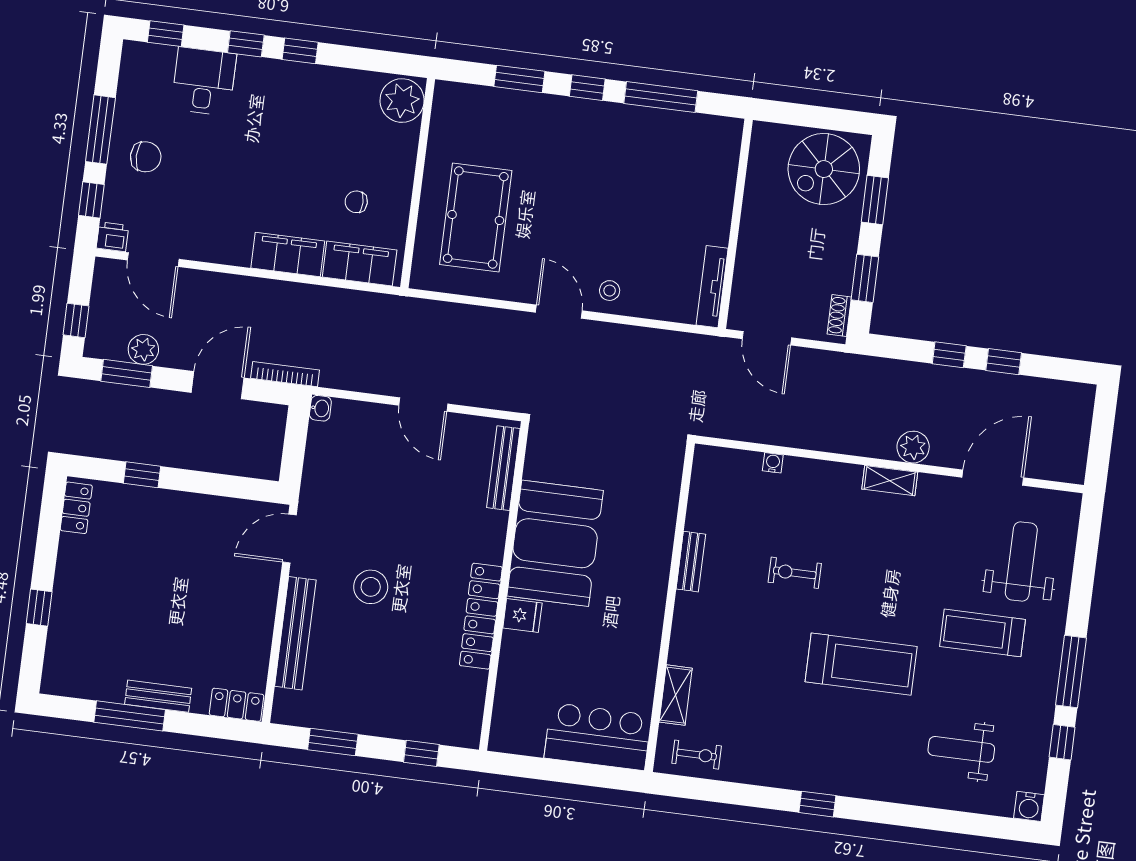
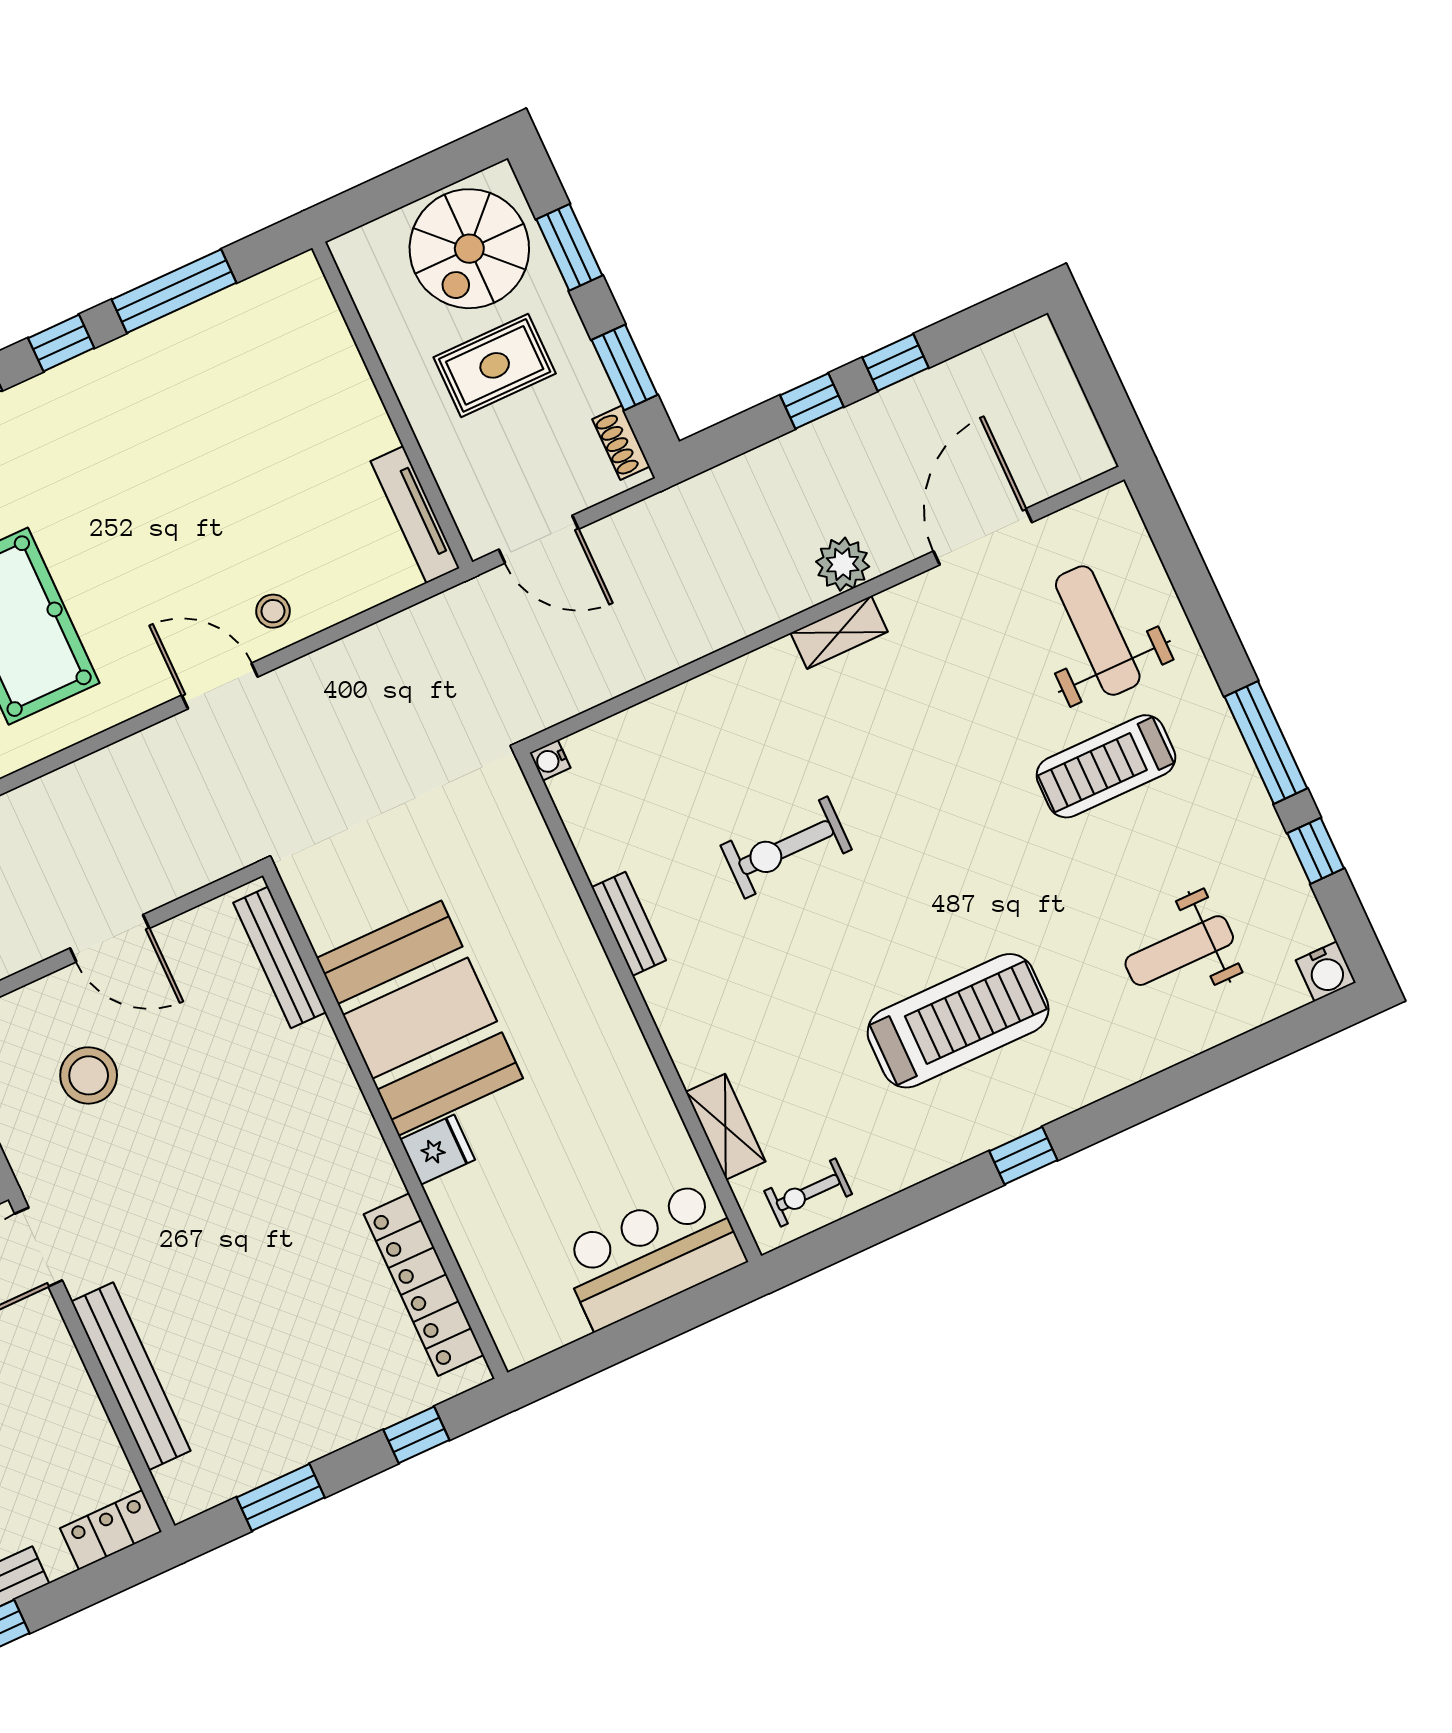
rug: (800, 236) -> (495, 365), added
water cooler: (773, 463) -> (550, 760), moved, turned -90
exercise bike: (795, 573) -> (786, 848), width x1.38, depth x1.39
stool: (371, 587) -> (89, 1075), moved
locker: (481, 616) -> (424, 1285), moved
treadmill: (861, 664) -> (958, 1021), moved
exercise bike: (697, 755) -> (808, 1193), turned 180

